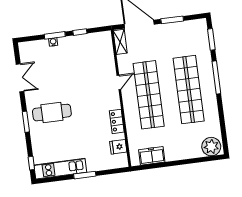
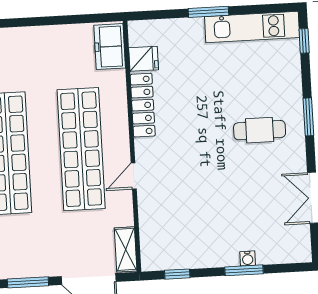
window: (80, 32) -> (177, 274), moved
cafe table: (52, 113) -> (260, 130), width x0.73, depth x0.74
locker: (117, 121) -> (143, 105), width x1.53
freezer: (152, 156) -> (110, 47), moved, turned 90

